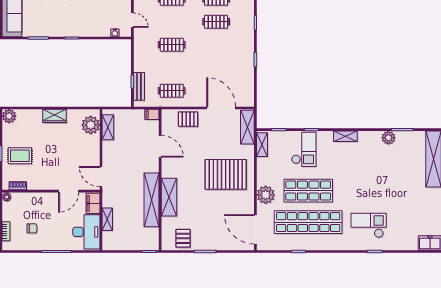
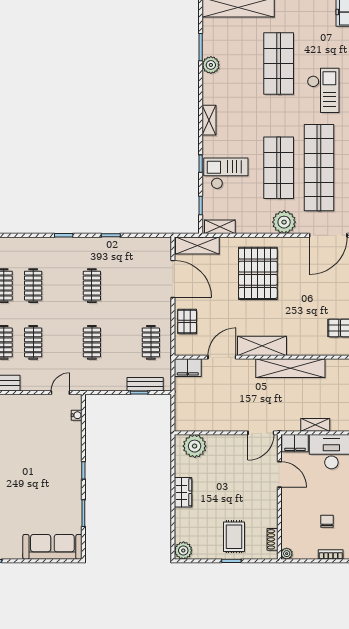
clothes rail: (216, 22) -> (92, 286), moved
door: (221, 108) -> (173, 279), swing flipped
filing cabinet: (152, 114) -> (188, 368), width x2.00
shelving: (108, 127) -> (198, 424), removed
shop shelf: (390, 191) -> (279, 64), added
shelving: (169, 197) -> (262, 346), moved
checkout: (369, 225) -> (323, 90), turned 180

